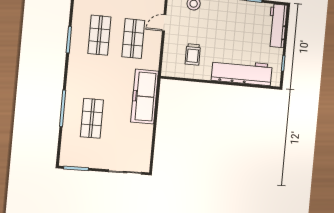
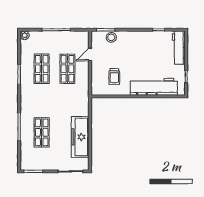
freezer: (145, 97) -> (80, 137), moved

